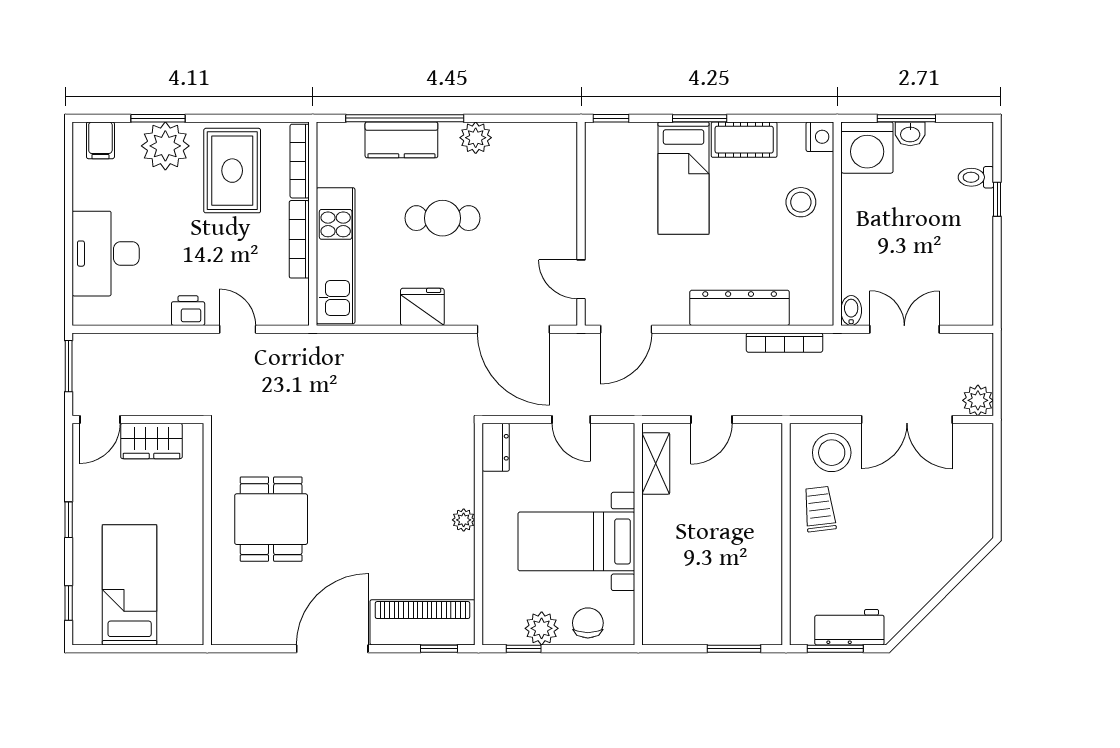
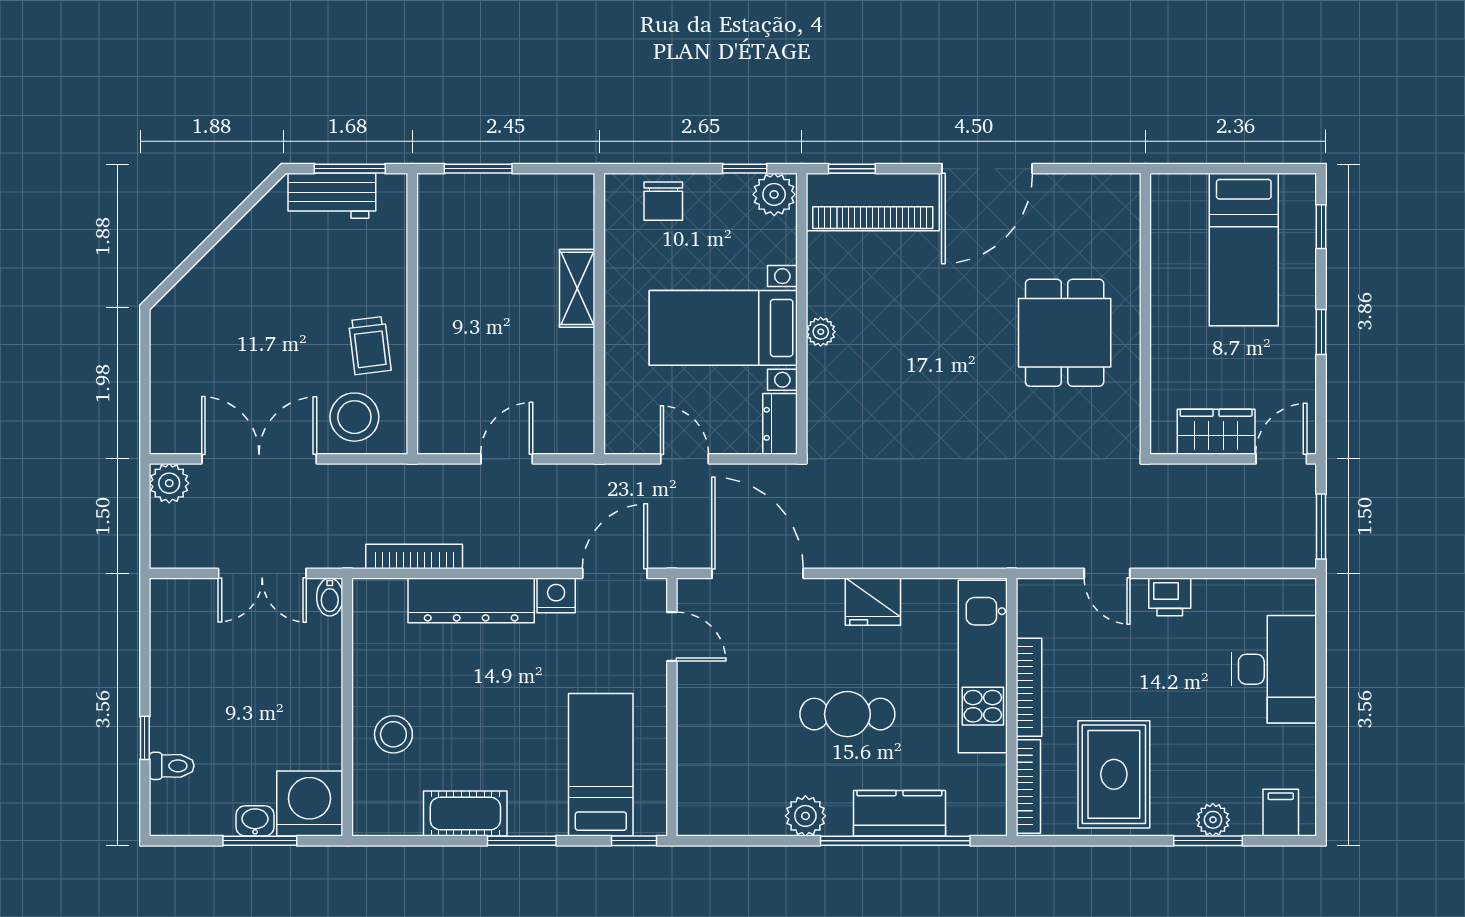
nightstand: (820, 137) -> (556, 595), moved, turned 90
plant: (165, 146) -> (1213, 820), width x0.53, depth x0.53
bed: (684, 178) -> (601, 765), moved
shelving: (656, 463) -> (577, 288), moved
bed with nightstands: (576, 541) -> (723, 328), moved, turned 180
plant: (542, 628) -> (774, 194), moved

